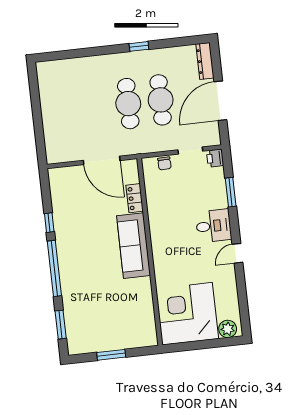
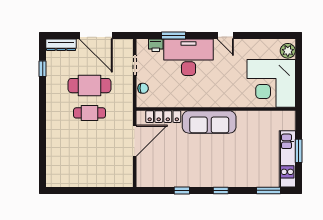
window: (139, 46) -> (43, 69), moved
cafe table: (128, 104) -> (89, 113), width x0.73, depth x0.74
printer: (215, 158) -> (156, 45), moved
locker: (135, 198) -> (163, 117), width x1.53
desk: (214, 226) -> (189, 57), width x1.87, depth x1.30
window: (54, 268) -> (221, 190), width x0.32
kitchen unit: (100, 343) -> (287, 159), added

